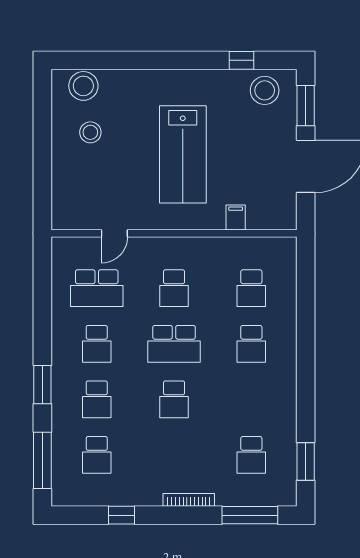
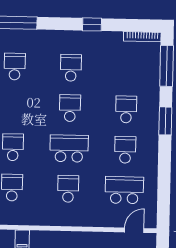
door: (114, 233) -> (134, 230), moved
school desk: (97, 455) -> (71, 68), moved
bookcase: (189, 500) -> (142, 37), moved
window: (122, 515) -> (92, 24), moved

